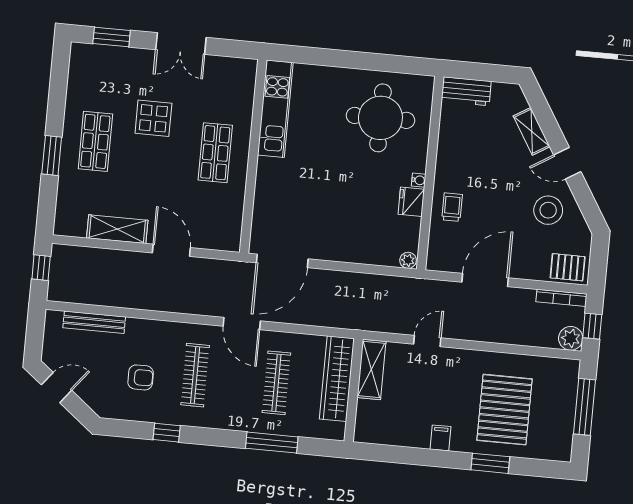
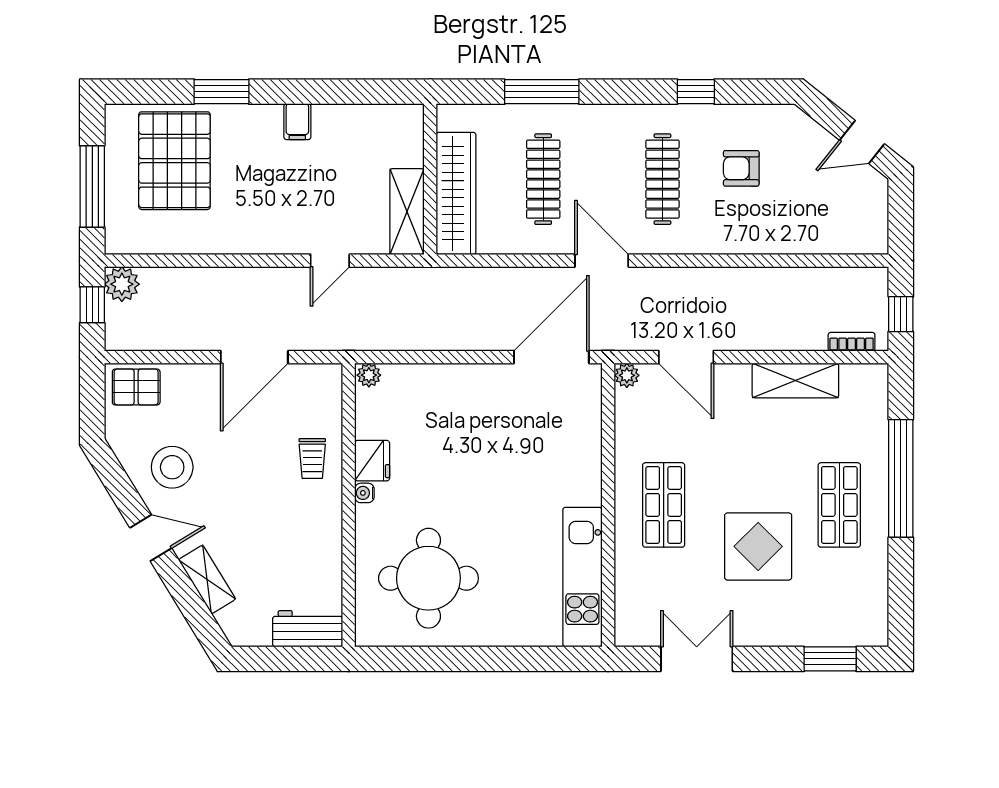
double door: (181, 44) -> (697, 659), moved
display table: (153, 118) -> (758, 546), width x1.36, depth x1.36
window: (52, 155) -> (901, 478), width x2.11
plant: (232, 244) -> (627, 375), added
door: (171, 250) -> (686, 357), moved
bookcase: (561, 298) -> (852, 342), moved, width x0.64
bench: (94, 322) -> (816, 242), removed
pallet: (505, 410) -> (174, 161), moved

